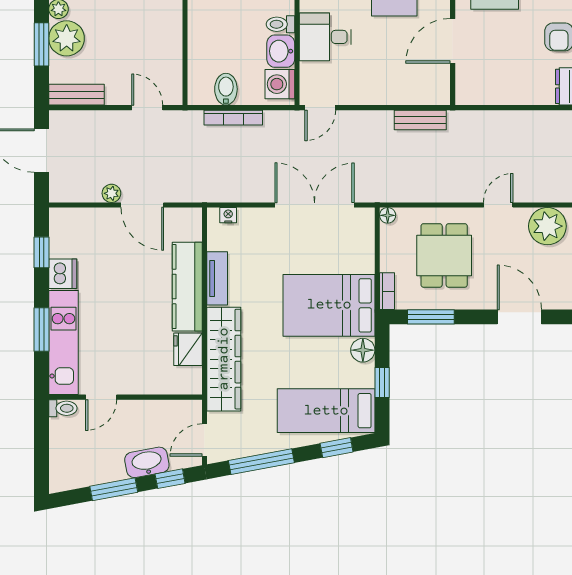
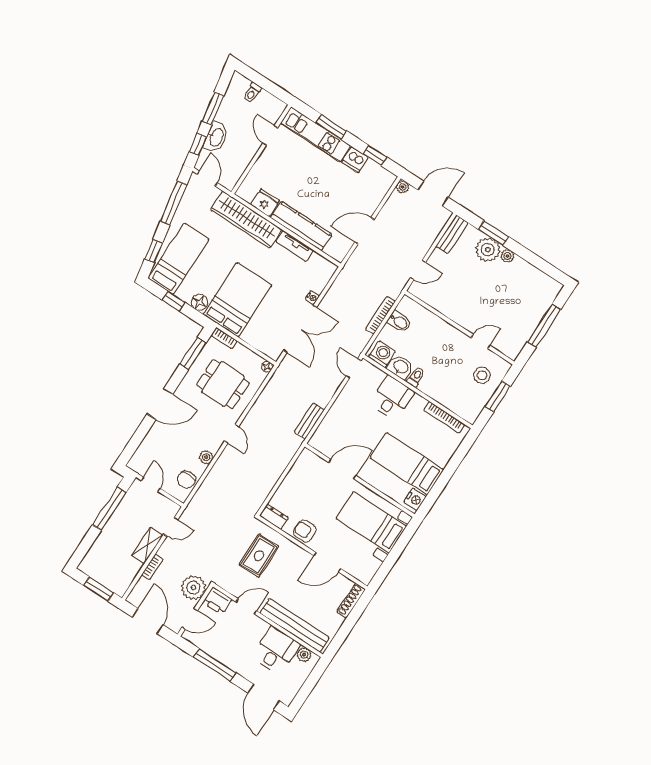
door: (453, 41) -> (342, 469), hinge flipped
plant: (111, 193) -> (403, 187), moved
nightstand: (228, 215) -> (312, 298), moved
plant: (547, 226) -> (206, 457), width x0.53, depth x0.53
toilet: (63, 408) -> (252, 93), moved

